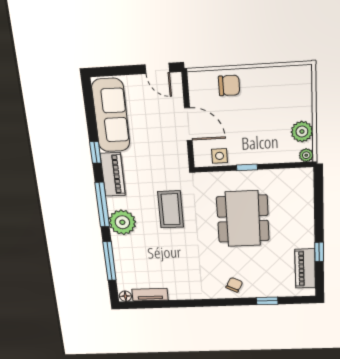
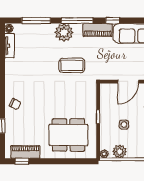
side table: (220, 156) -> (124, 125), moved
dining table: (243, 219) -> (68, 135), moved
window: (319, 252) -> (22, 161), moved

